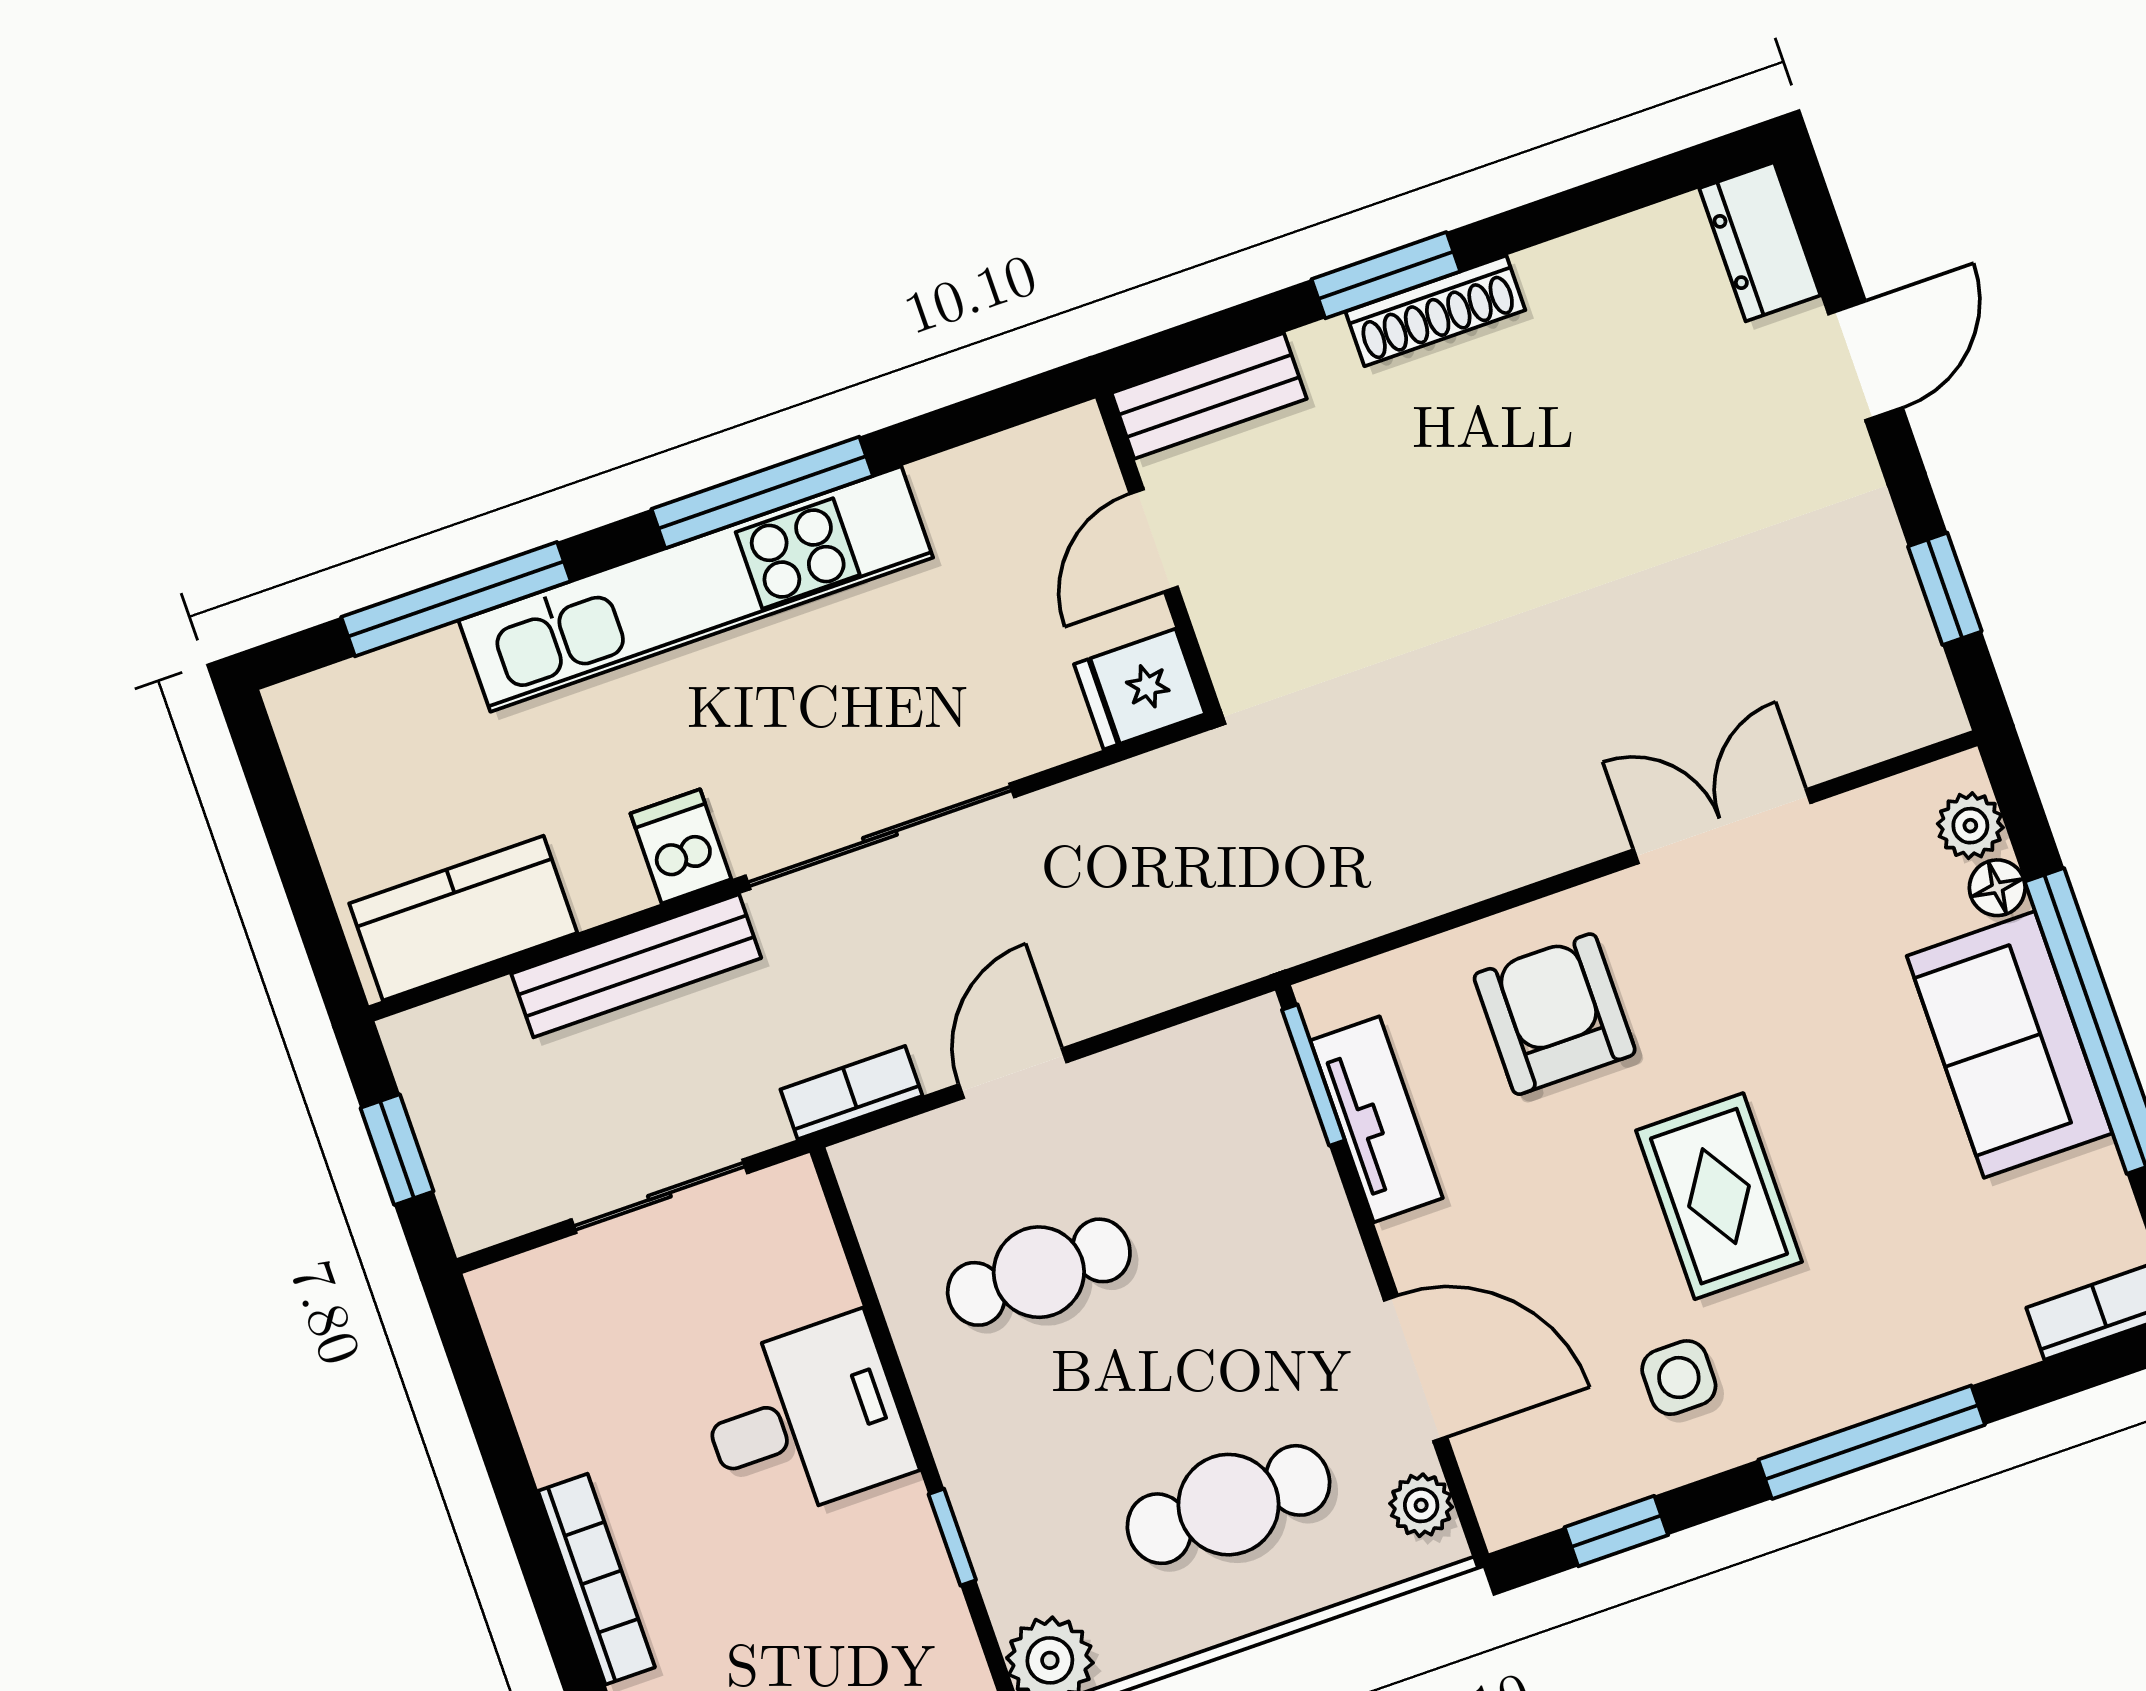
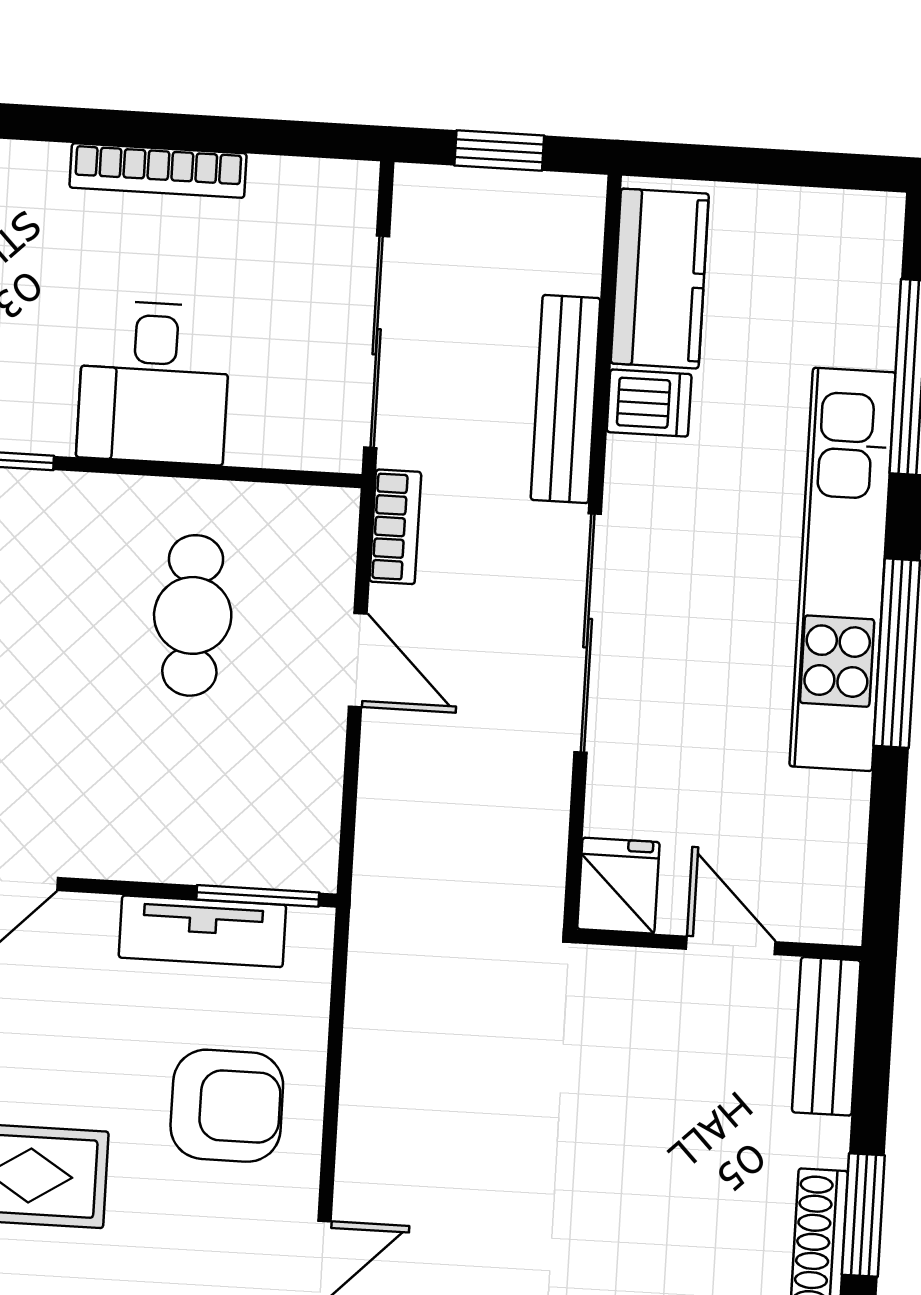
dishwasher: (681, 846) -> (649, 403), moved
sliding door: (659, 1196) -> (377, 342), width x1.37
bookcase: (597, 1579) -> (158, 171), moved

